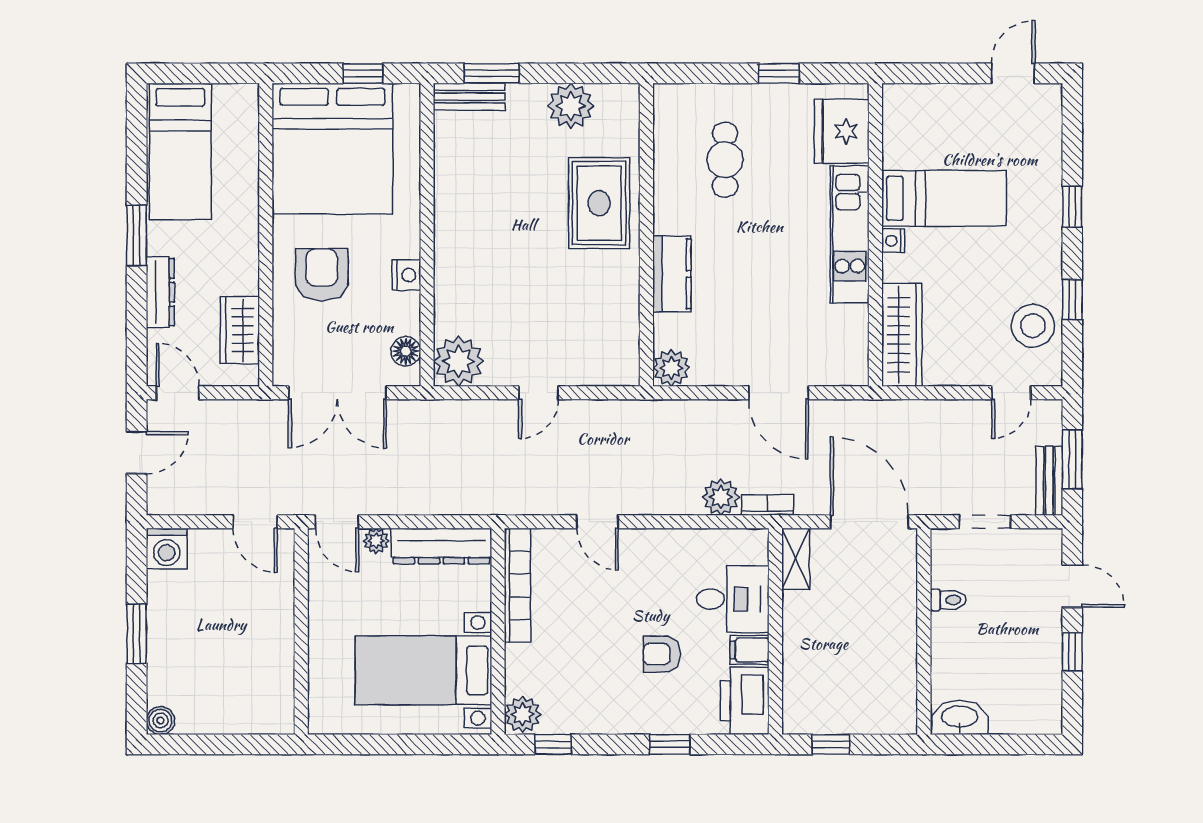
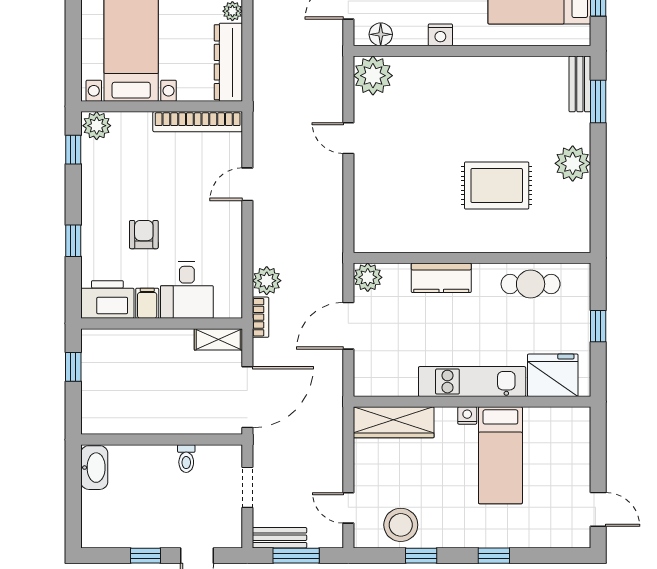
wall: (646, 235) -> (472, 258), moved
kitchen counter: (672, 274) -> (441, 278), moved
plant: (671, 368) -> (368, 277), moved

